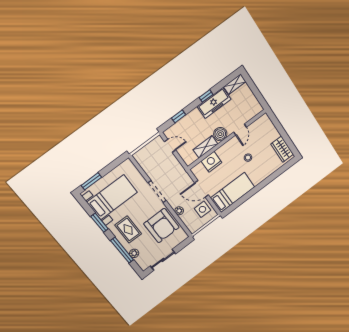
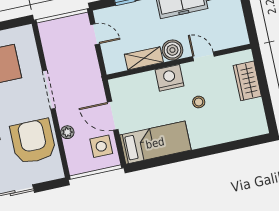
door: (240, 130) -> (203, 56), swing flipped
wardrobe: (282, 149) -> (247, 81), moved
nightstand: (211, 162) -> (169, 78), moved
armchair: (161, 226) -> (33, 141), turned 180

